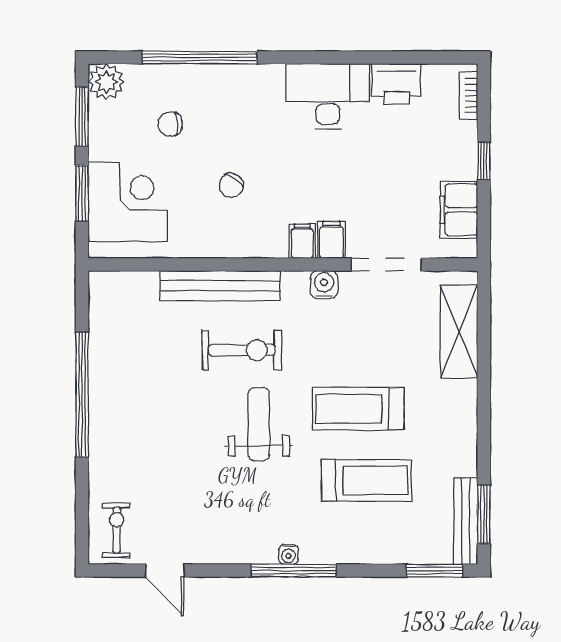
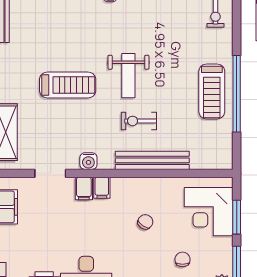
chair: (170, 124) -> (183, 259), turned -90
doorway: (386, 265) -> (50, 173), width x0.73
exercise bike: (242, 350) -> (139, 121), width x0.73, depth x0.72
treadmill: (367, 480) -> (212, 91), moved, turned -90

